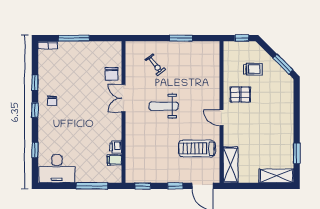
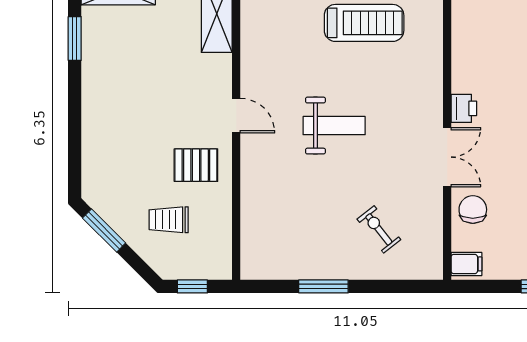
weight bench: (164, 106) -> (334, 126), moved
printer: (116, 147) -> (464, 108), moved
treadmill: (197, 148) -> (364, 23), moved
filing cabinet: (114, 160) -> (466, 264), moved

